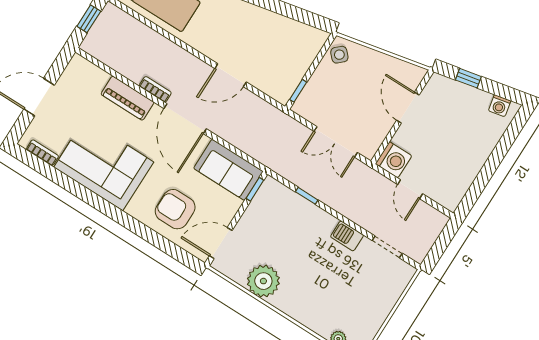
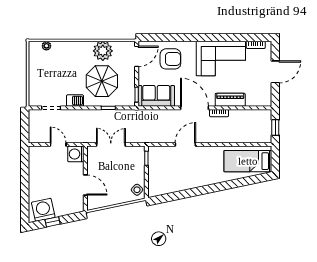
window: (468, 78) -> (52, 222), moved
washing machine: (500, 106) -> (43, 210), width x1.89, depth x1.89
parasol: (292, 239) -> (102, 81), added

